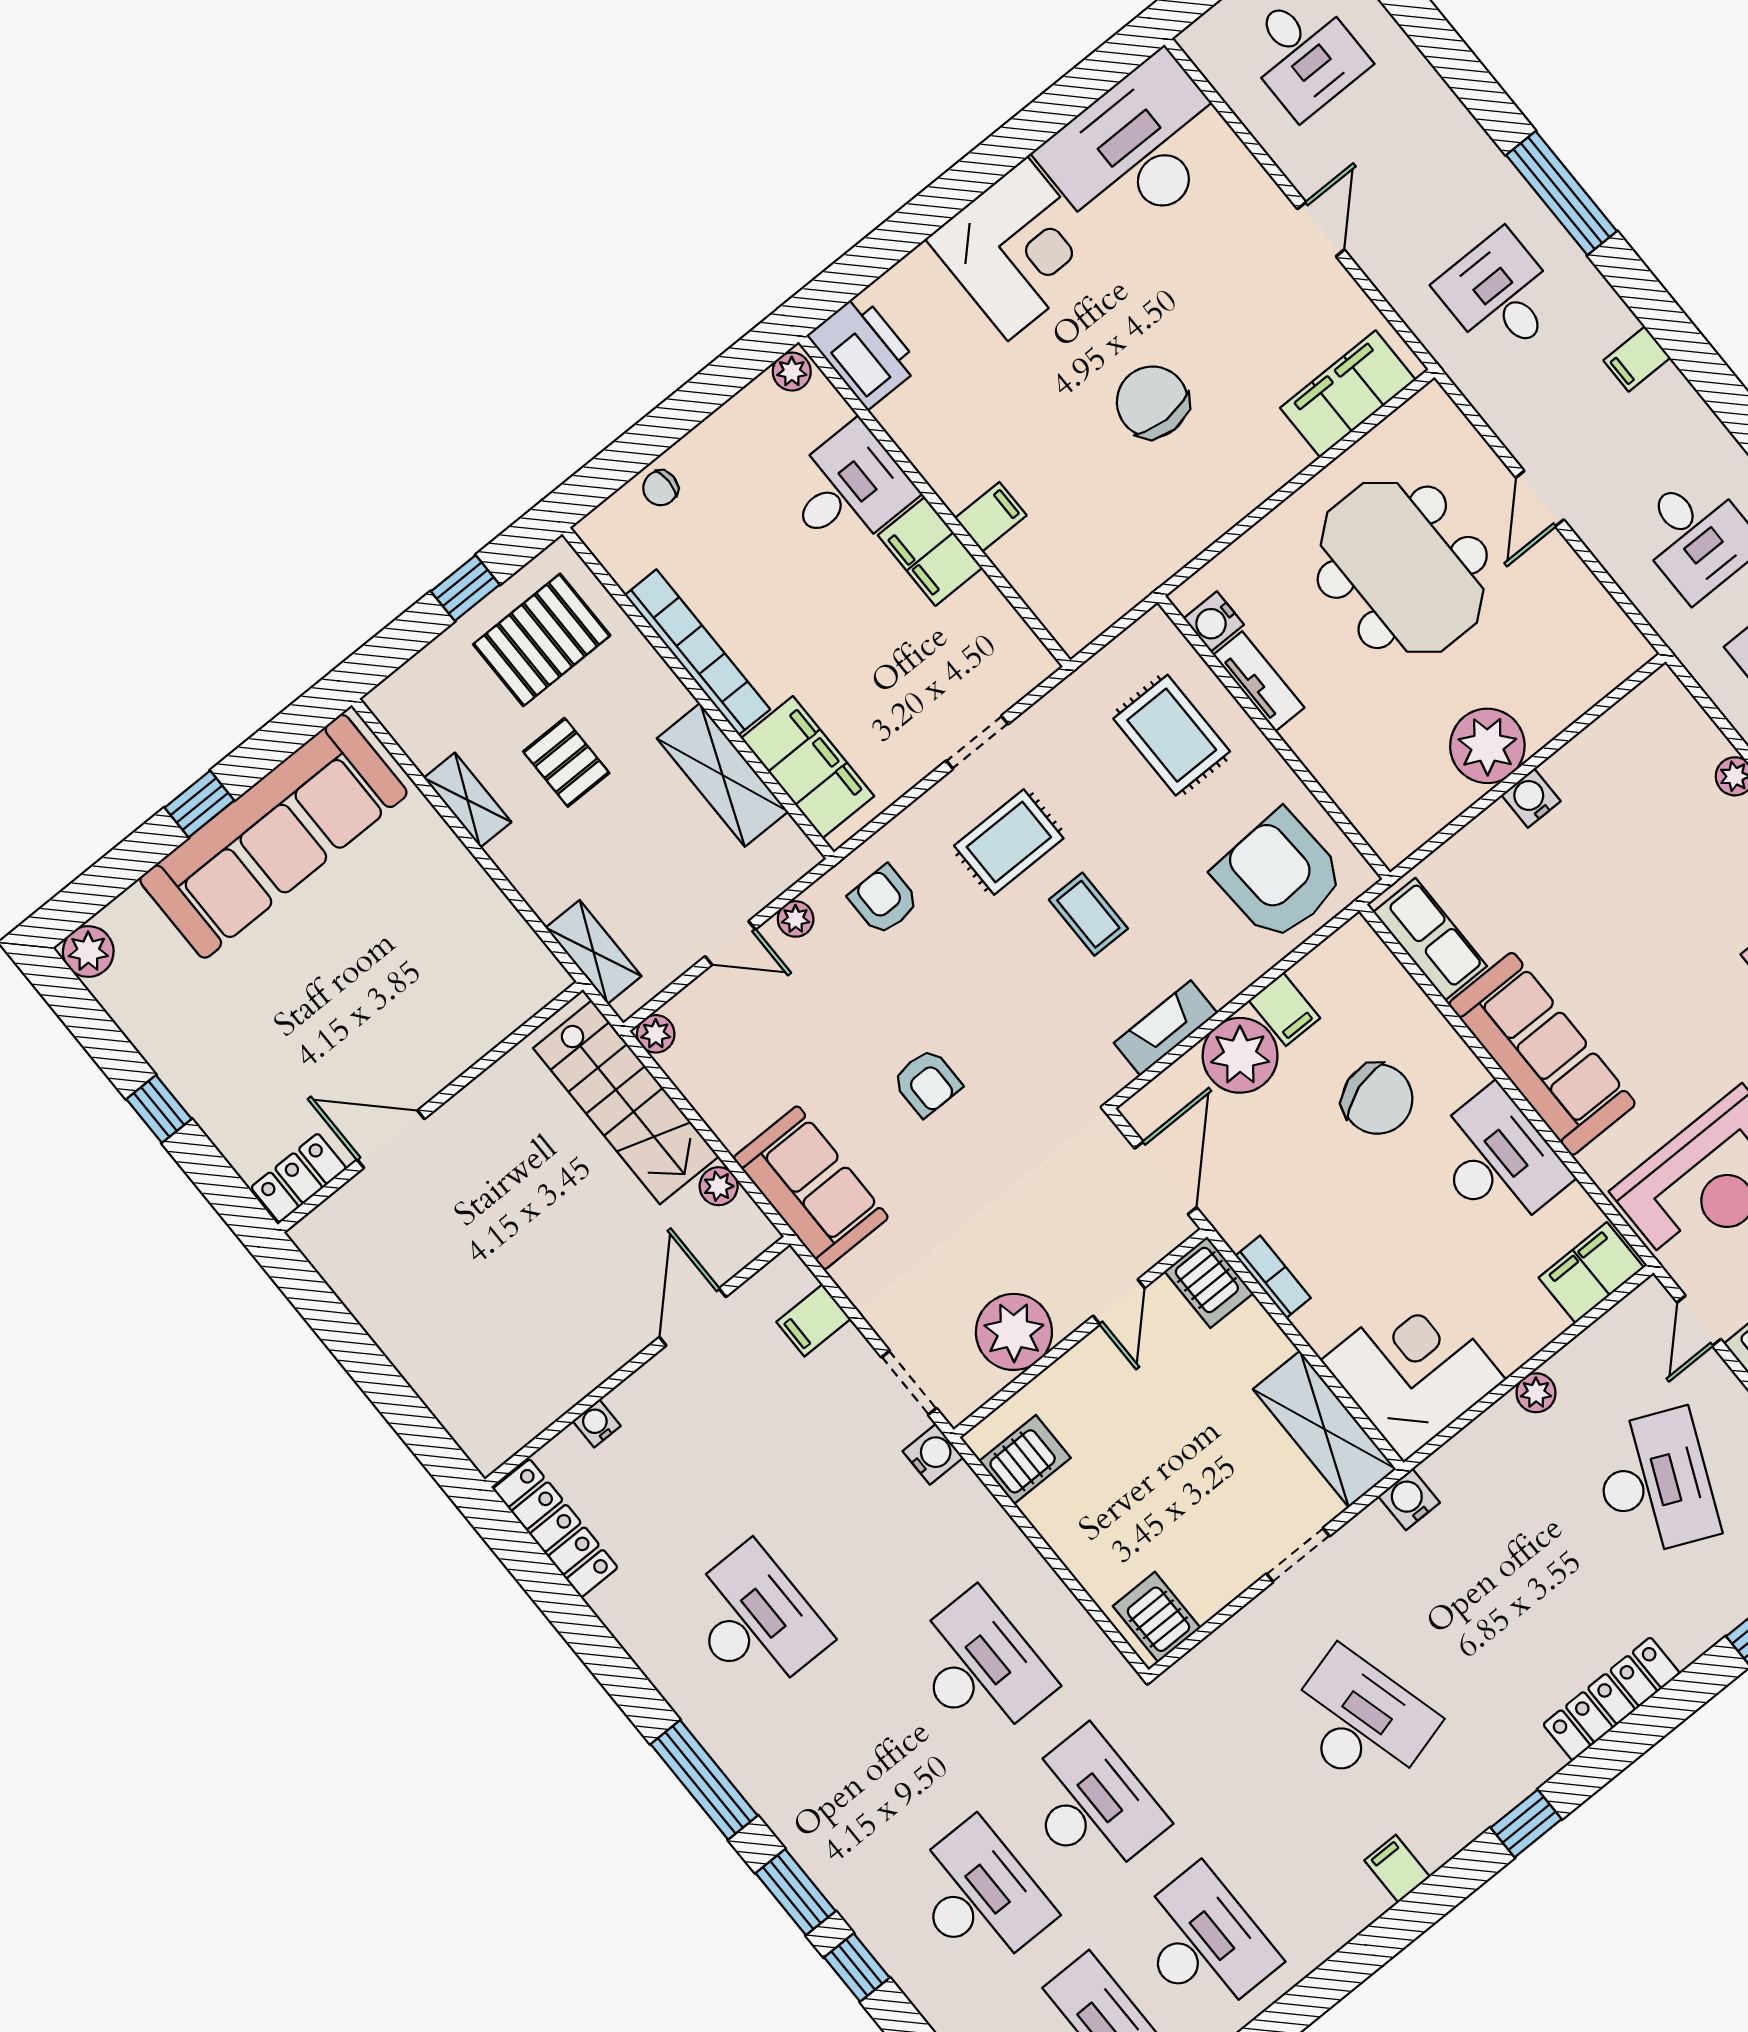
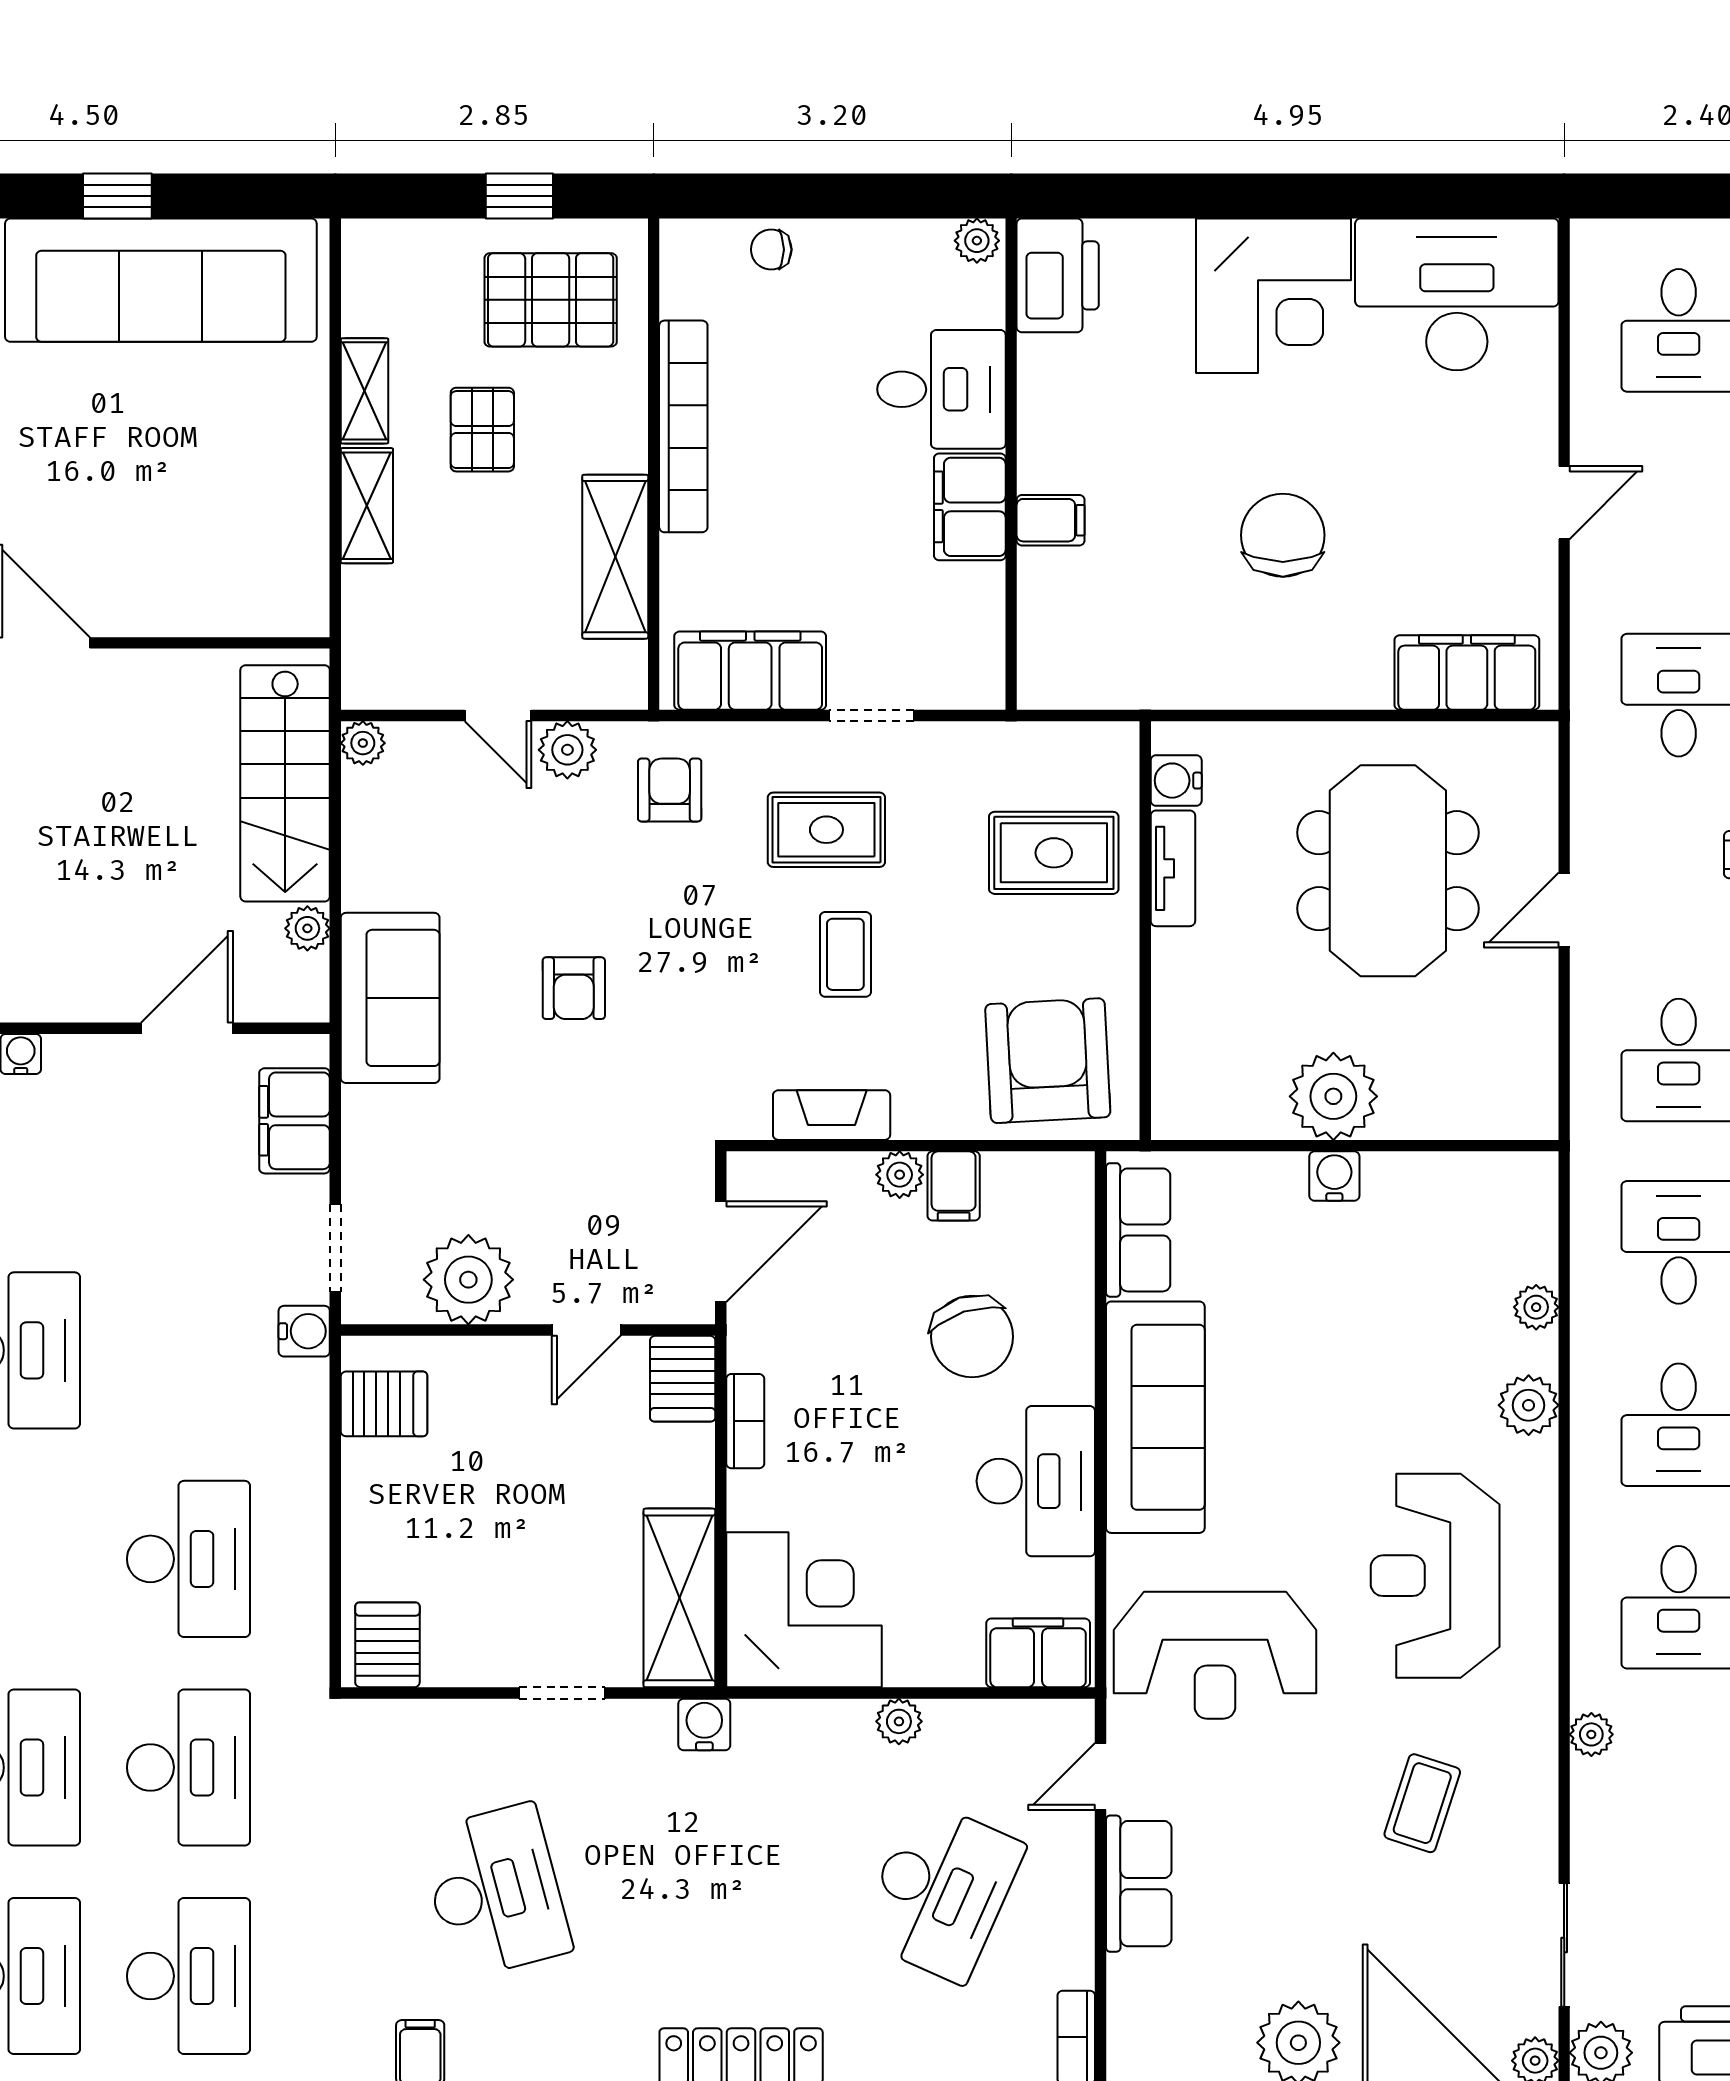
rug: (1172, 735) -> (1054, 853), turned 90
filing cabinet: (808, 767) -> (750, 671), moved, turned -90
plant: (796, 919) -> (567, 750), width x1.38, depth x1.38
shelving: (594, 952) -> (367, 506), moved
plant: (1240, 1055) -> (900, 1175), width x0.53, depth x0.53
filing cabinet: (814, 1320) -> (295, 1121), width x2.00

